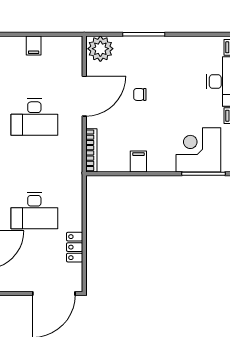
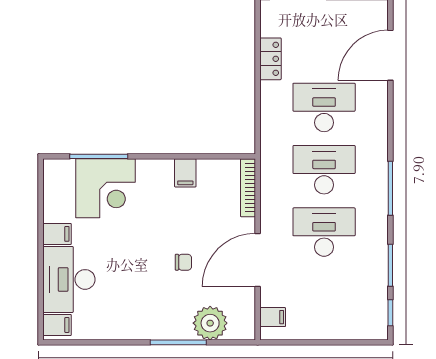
filing cabinet: (34, 46) -> (273, 317), moved, turned 90
plant: (100, 49) -> (210, 323), moved
desk: (34, 164) -> (324, 170), added

